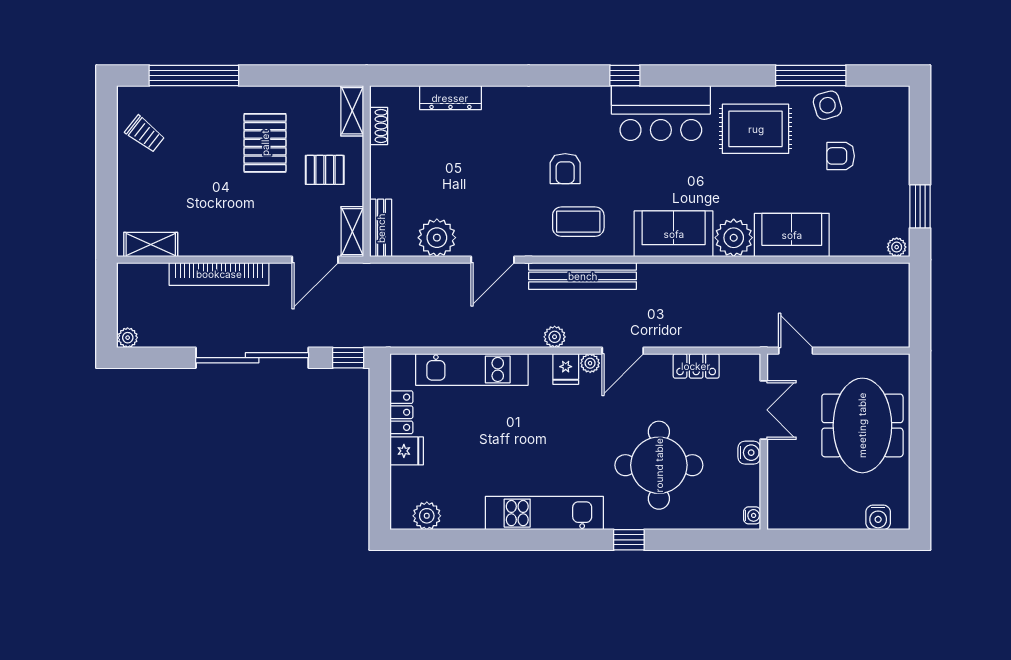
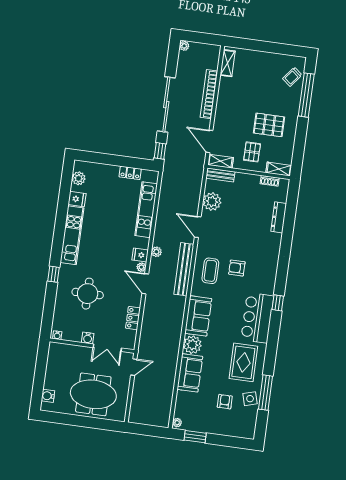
trolley: (145, 134) -> (292, 77), moved
fridge: (407, 451) -> (77, 199), moved, turned -90
round table: (659, 465) -> (88, 294), width x0.73, depth x0.73

